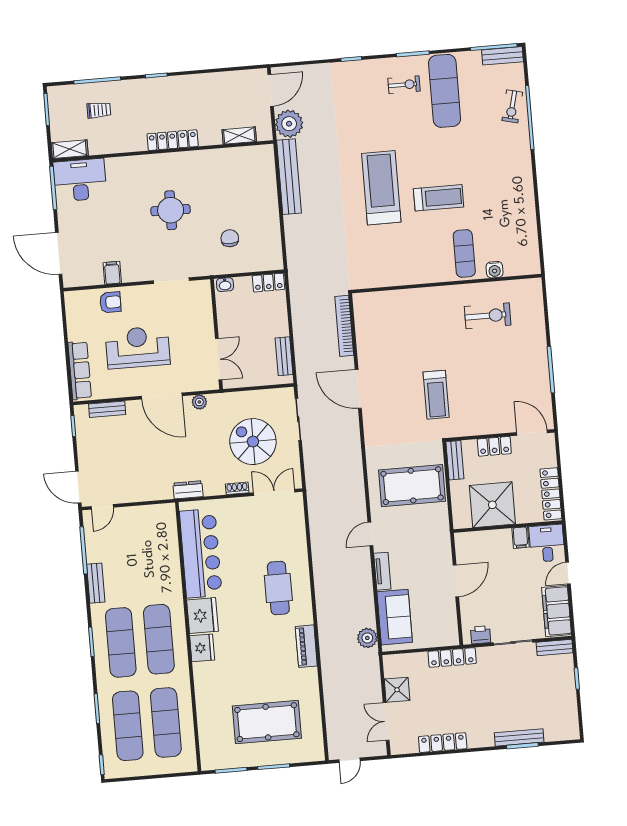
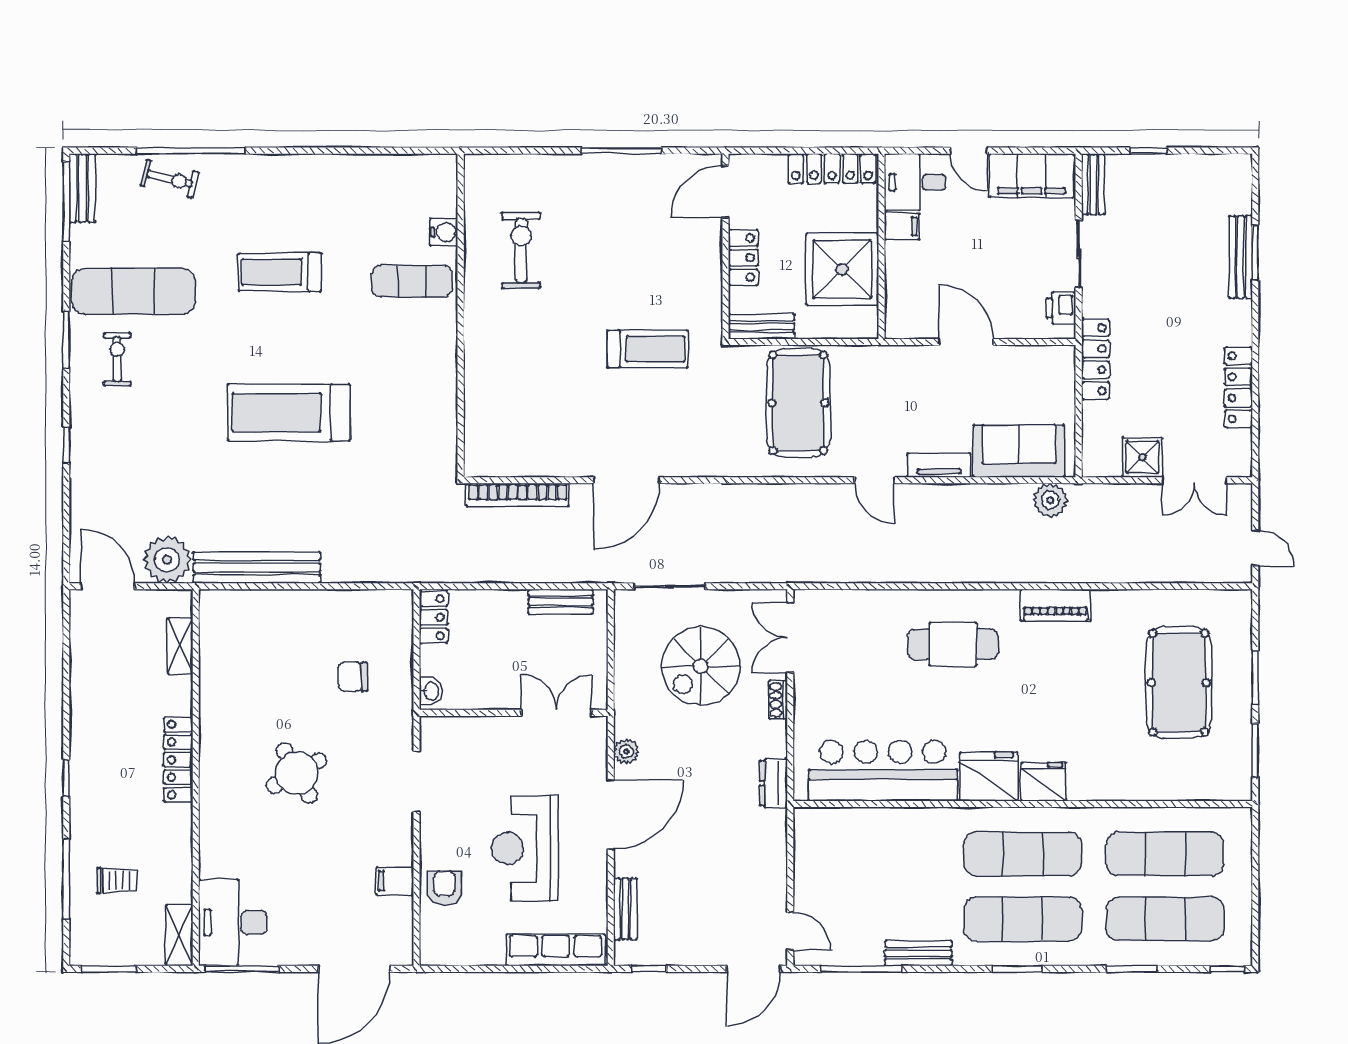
trolley: (99, 110) -> (117, 880), turned 90
treadmill: (439, 198) -> (280, 272), moved, turned -90
round table: (171, 210) -> (297, 773), turned -30

